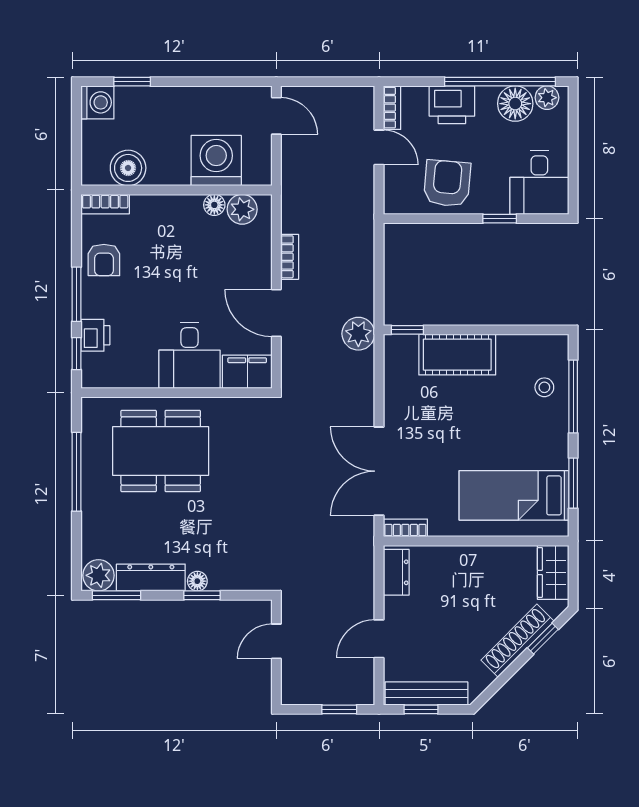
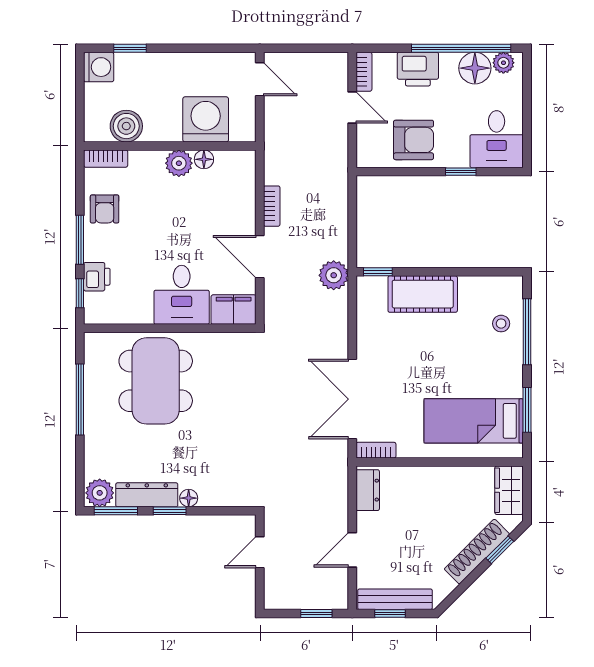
armchair: (447, 183) -> (414, 140), turned 85
plant: (242, 209) -> (179, 163), moved
dining table: (161, 451) -> (156, 381), turned 90
window: (202, 595) -> (170, 511), moved

